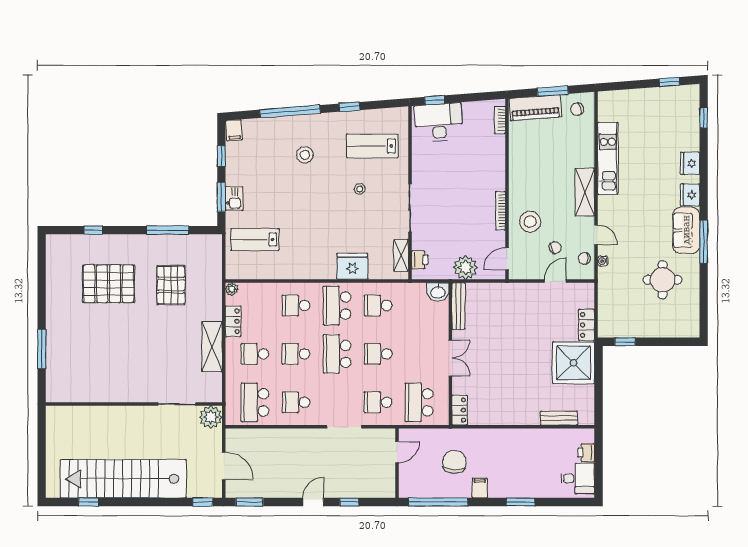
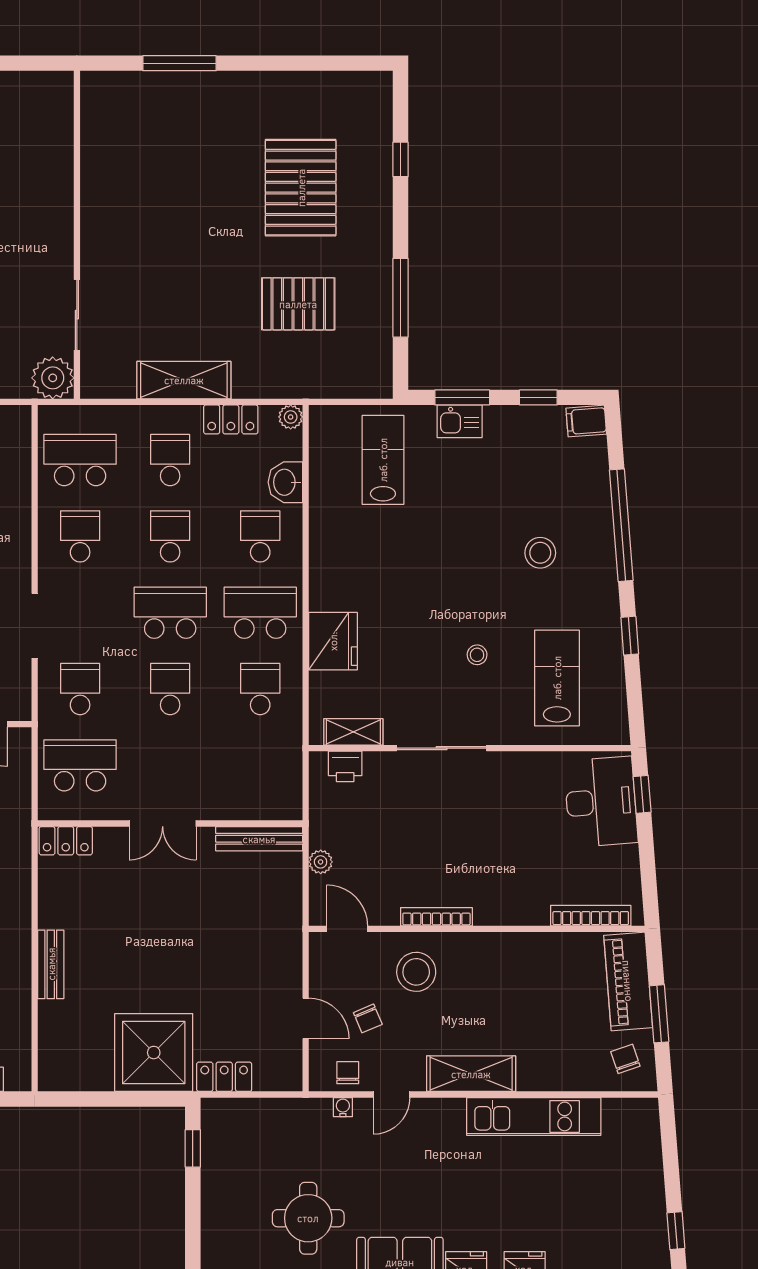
bookcase: (500, 120) -> (591, 916), width x1.56
plant: (465, 267) -> (321, 862), width x0.53, depth x0.53
washbasin: (438, 292) -> (285, 482), moved
bench: (559, 418) -> (51, 964), moved

